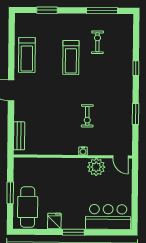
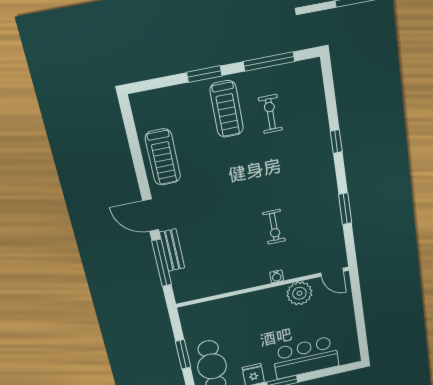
window: (47, 10) -> (204, 74), moved
treadmill: (71, 57) -> (227, 109), moved
window: (11, 124) -> (162, 263), added
bench: (19, 136) -> (172, 250), moved
bar counter: (108, 217) -> (306, 357), moved

